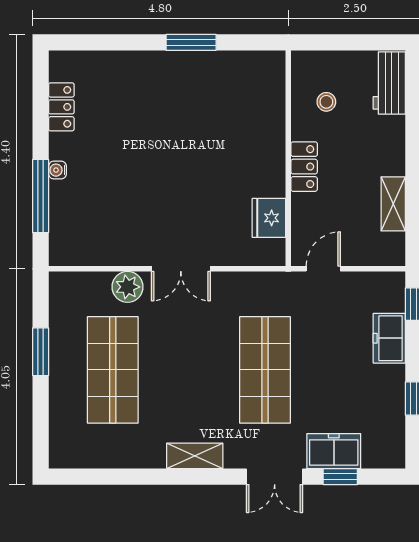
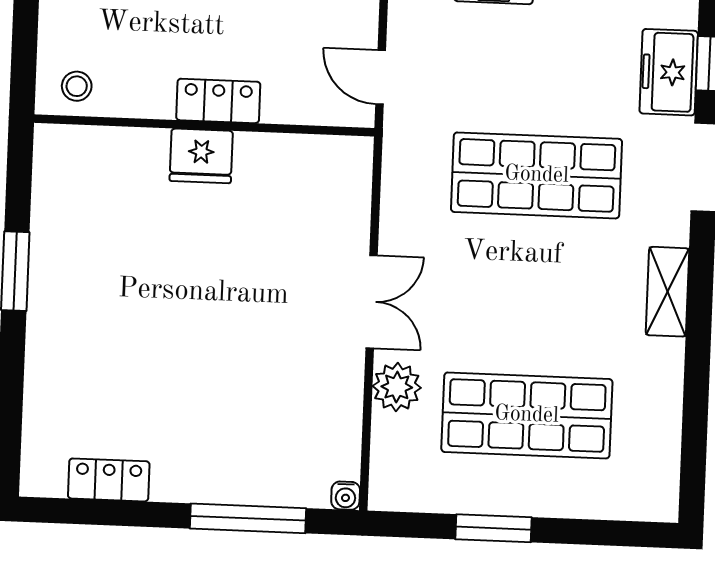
stool: (326, 102) -> (77, 86), moved
water cooler: (57, 170) -> (346, 496), moved
fridge: (269, 218) -> (201, 156), moved

